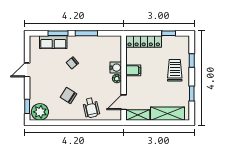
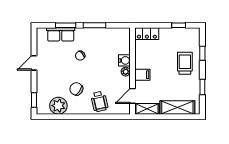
locker: (144, 41) -> (147, 34), width x0.66
filing cabinet: (133, 70) -> (142, 75), moved
plant: (40, 112) -> (58, 106), moved

